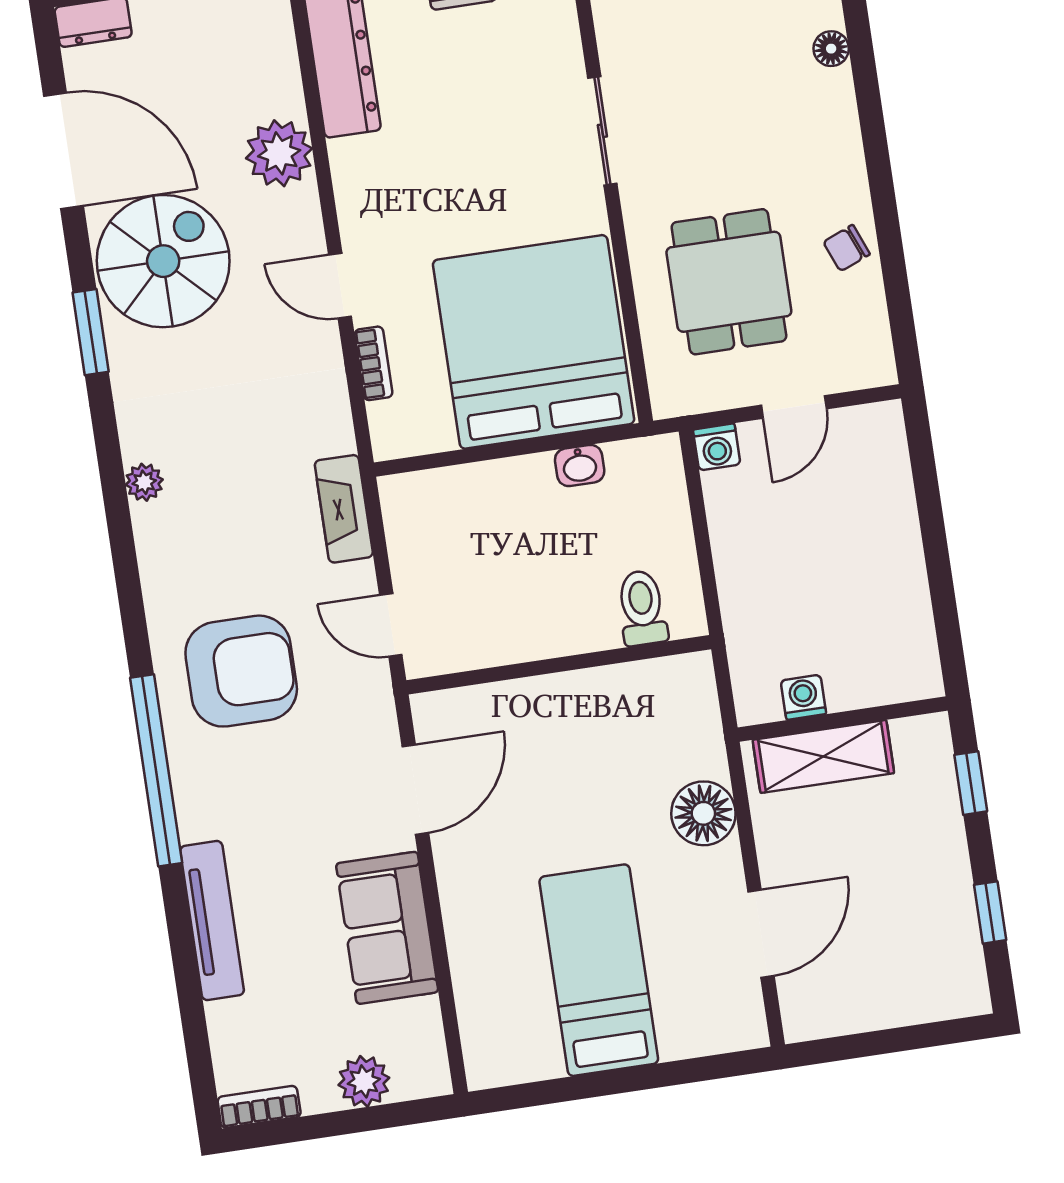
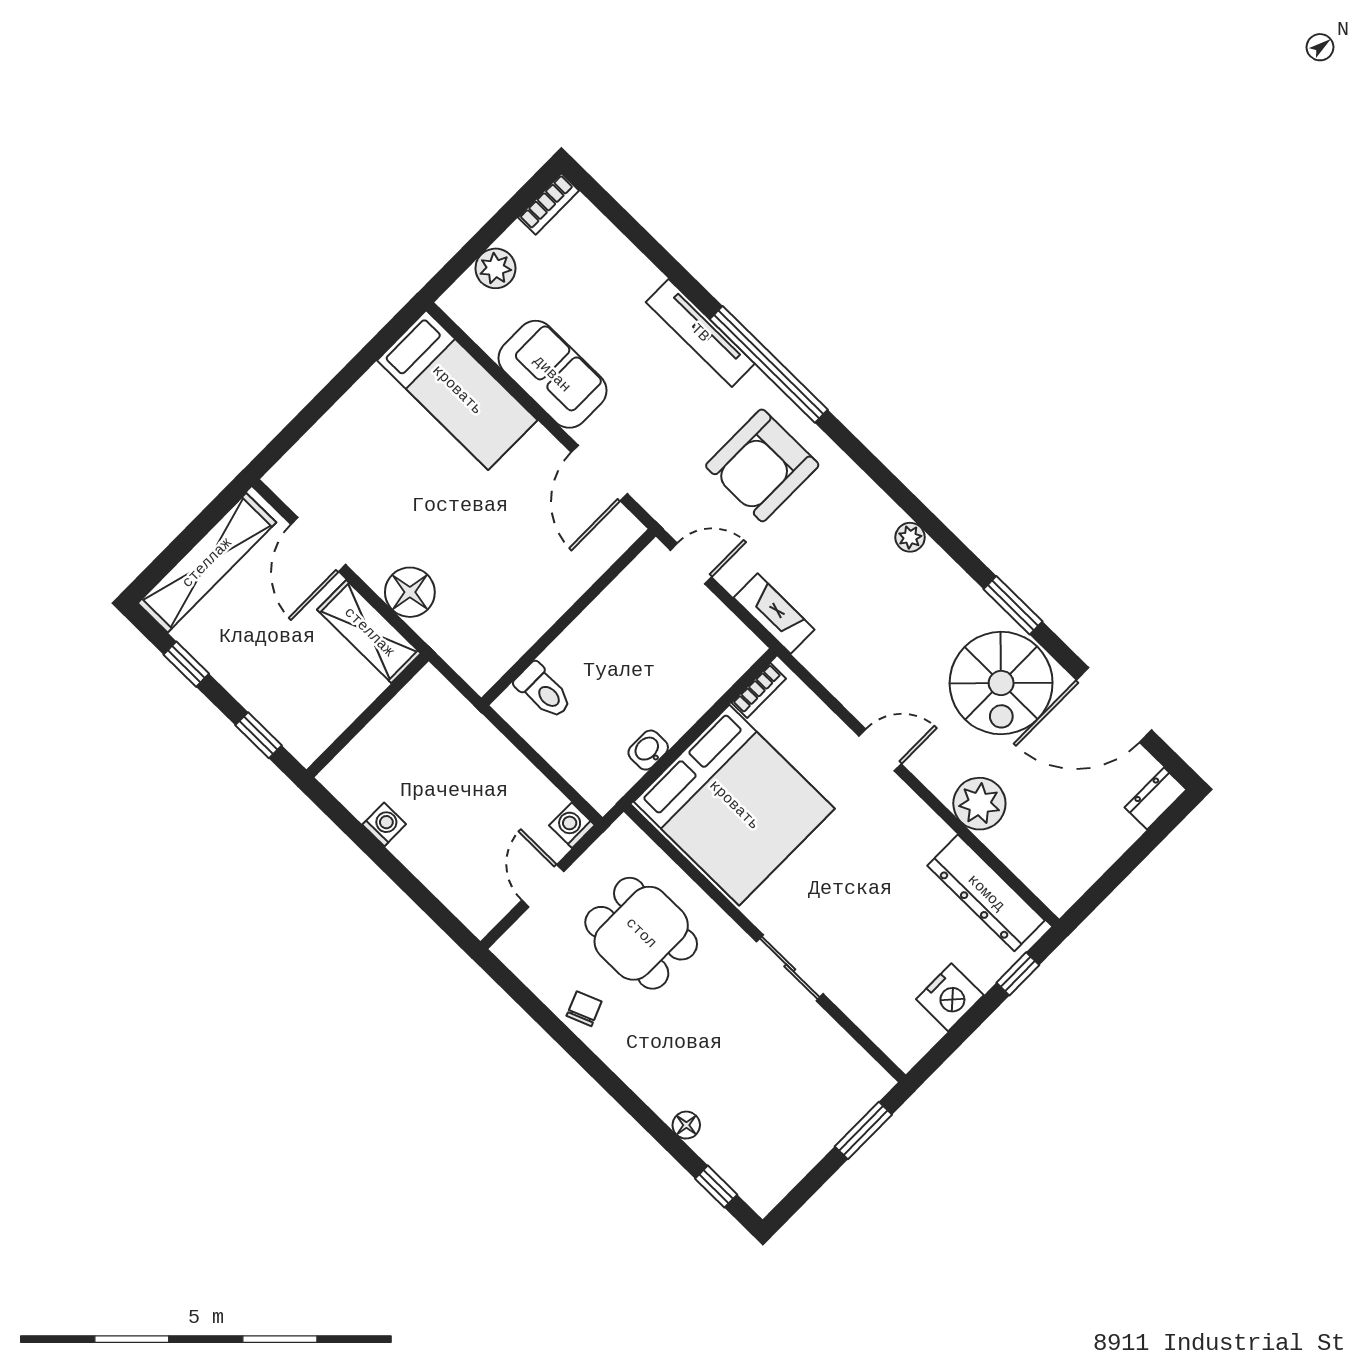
bookcase: (373, 363) -> (759, 691), moved, turned -90
washing machine: (803, 697) -> (384, 824), moved, turned -90
shelving: (823, 756) -> (369, 632), moved, turned 90
tv unit: (212, 921) -> (700, 333), moved
bed: (599, 970) -> (457, 390), moved
shelving: (890, 1001) -> (207, 563), added

